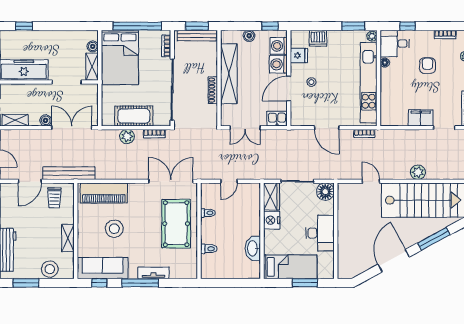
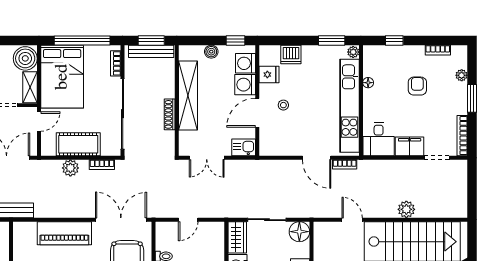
desk: (395, 44) -> (379, 139), moved, turned -90
boiler: (93, 46) -> (25, 58), width x1.86, depth x1.86
door: (100, 96) -> (39, 121), added
door: (327, 128) -> (317, 158), moved
piano: (104, 193) -> (64, 233), moved

